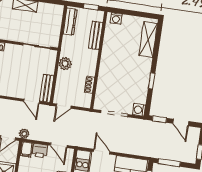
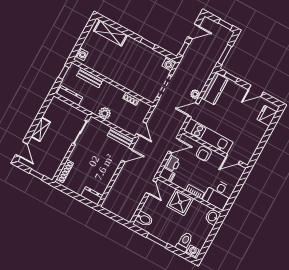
plant: (24, 134) -> (195, 94), moved

